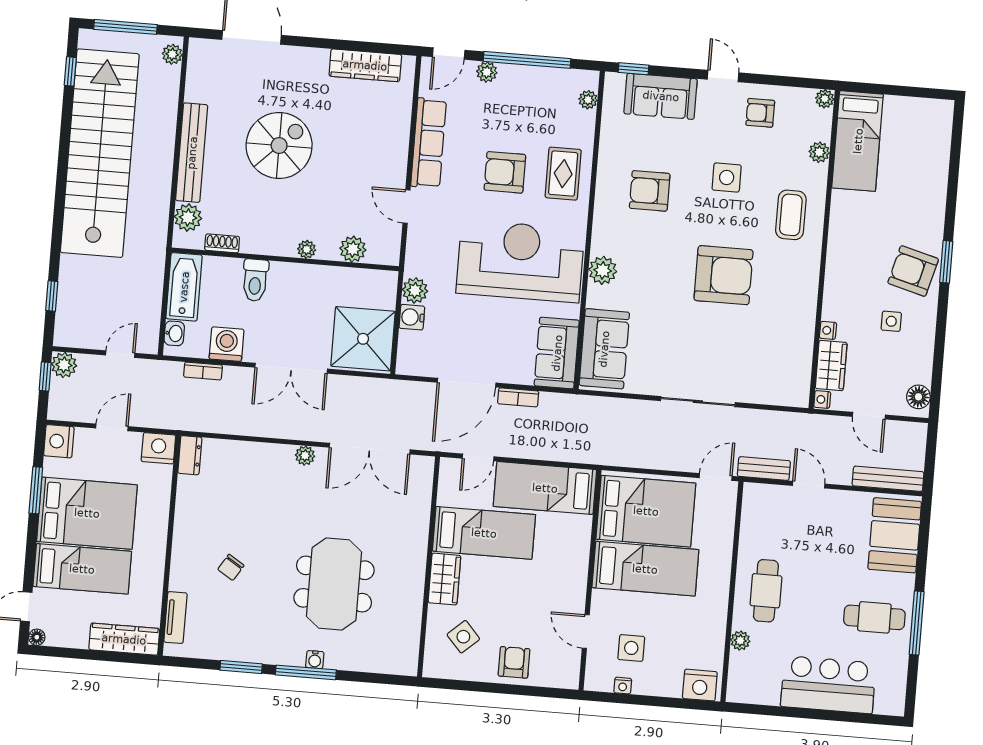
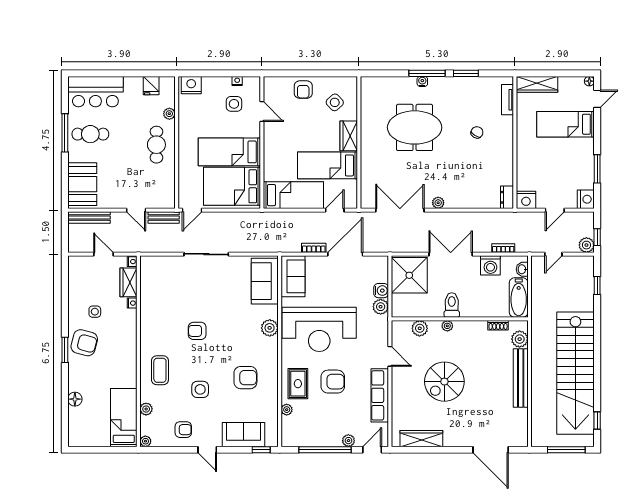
plant: (172, 54) -> (537, 436), removed
plant: (588, 100) -> (287, 410), moved
spiral stairs: (279, 146) -> (444, 382), moved
armchair: (724, 275) -> (197, 331), width x0.53, depth x0.53
toilet: (255, 280) -> (452, 305), moved
floor lamp: (918, 397) -> (75, 399), moved
bed: (87, 513) -> (565, 158), removed
meeting table: (334, 584) -> (415, 127), turned 90
bar counter: (828, 685) -> (95, 92), moved
fridge: (767, 690) -> (151, 86), added

